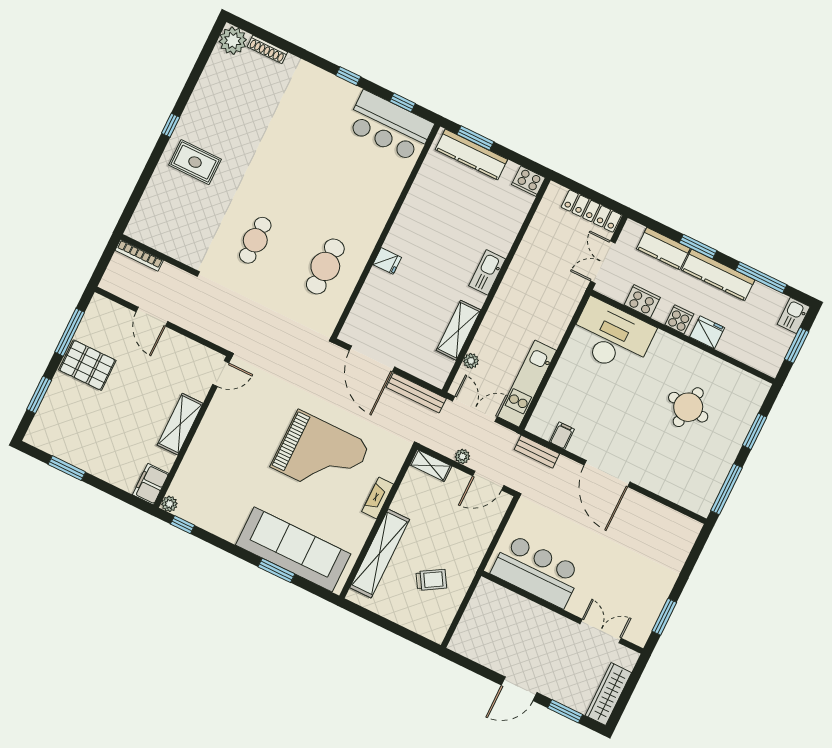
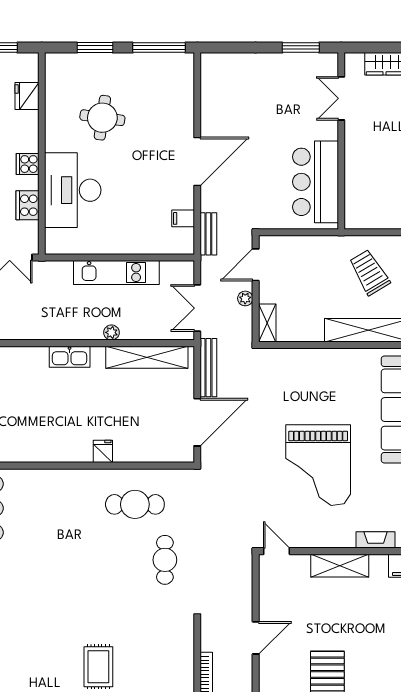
cafe table: (255, 240) -> (165, 560), moved, turned 90
shelving: (458, 330) -> (147, 357), width x1.47
fridge: (707, 332) -> (27, 96), moved
desk: (612, 337) -> (73, 190), moved
plant: (471, 361) -> (111, 332), moved
kitchen unit: (527, 384) -> (116, 273), moved
grand piano: (320, 455) -> (318, 465), moved, turned 180
door: (488, 481) -> (256, 265), swing flipped
fireplace: (378, 498) -> (376, 540), moved, turned 180
trolley: (431, 580) -> (369, 272), width x1.36, depth x1.39

